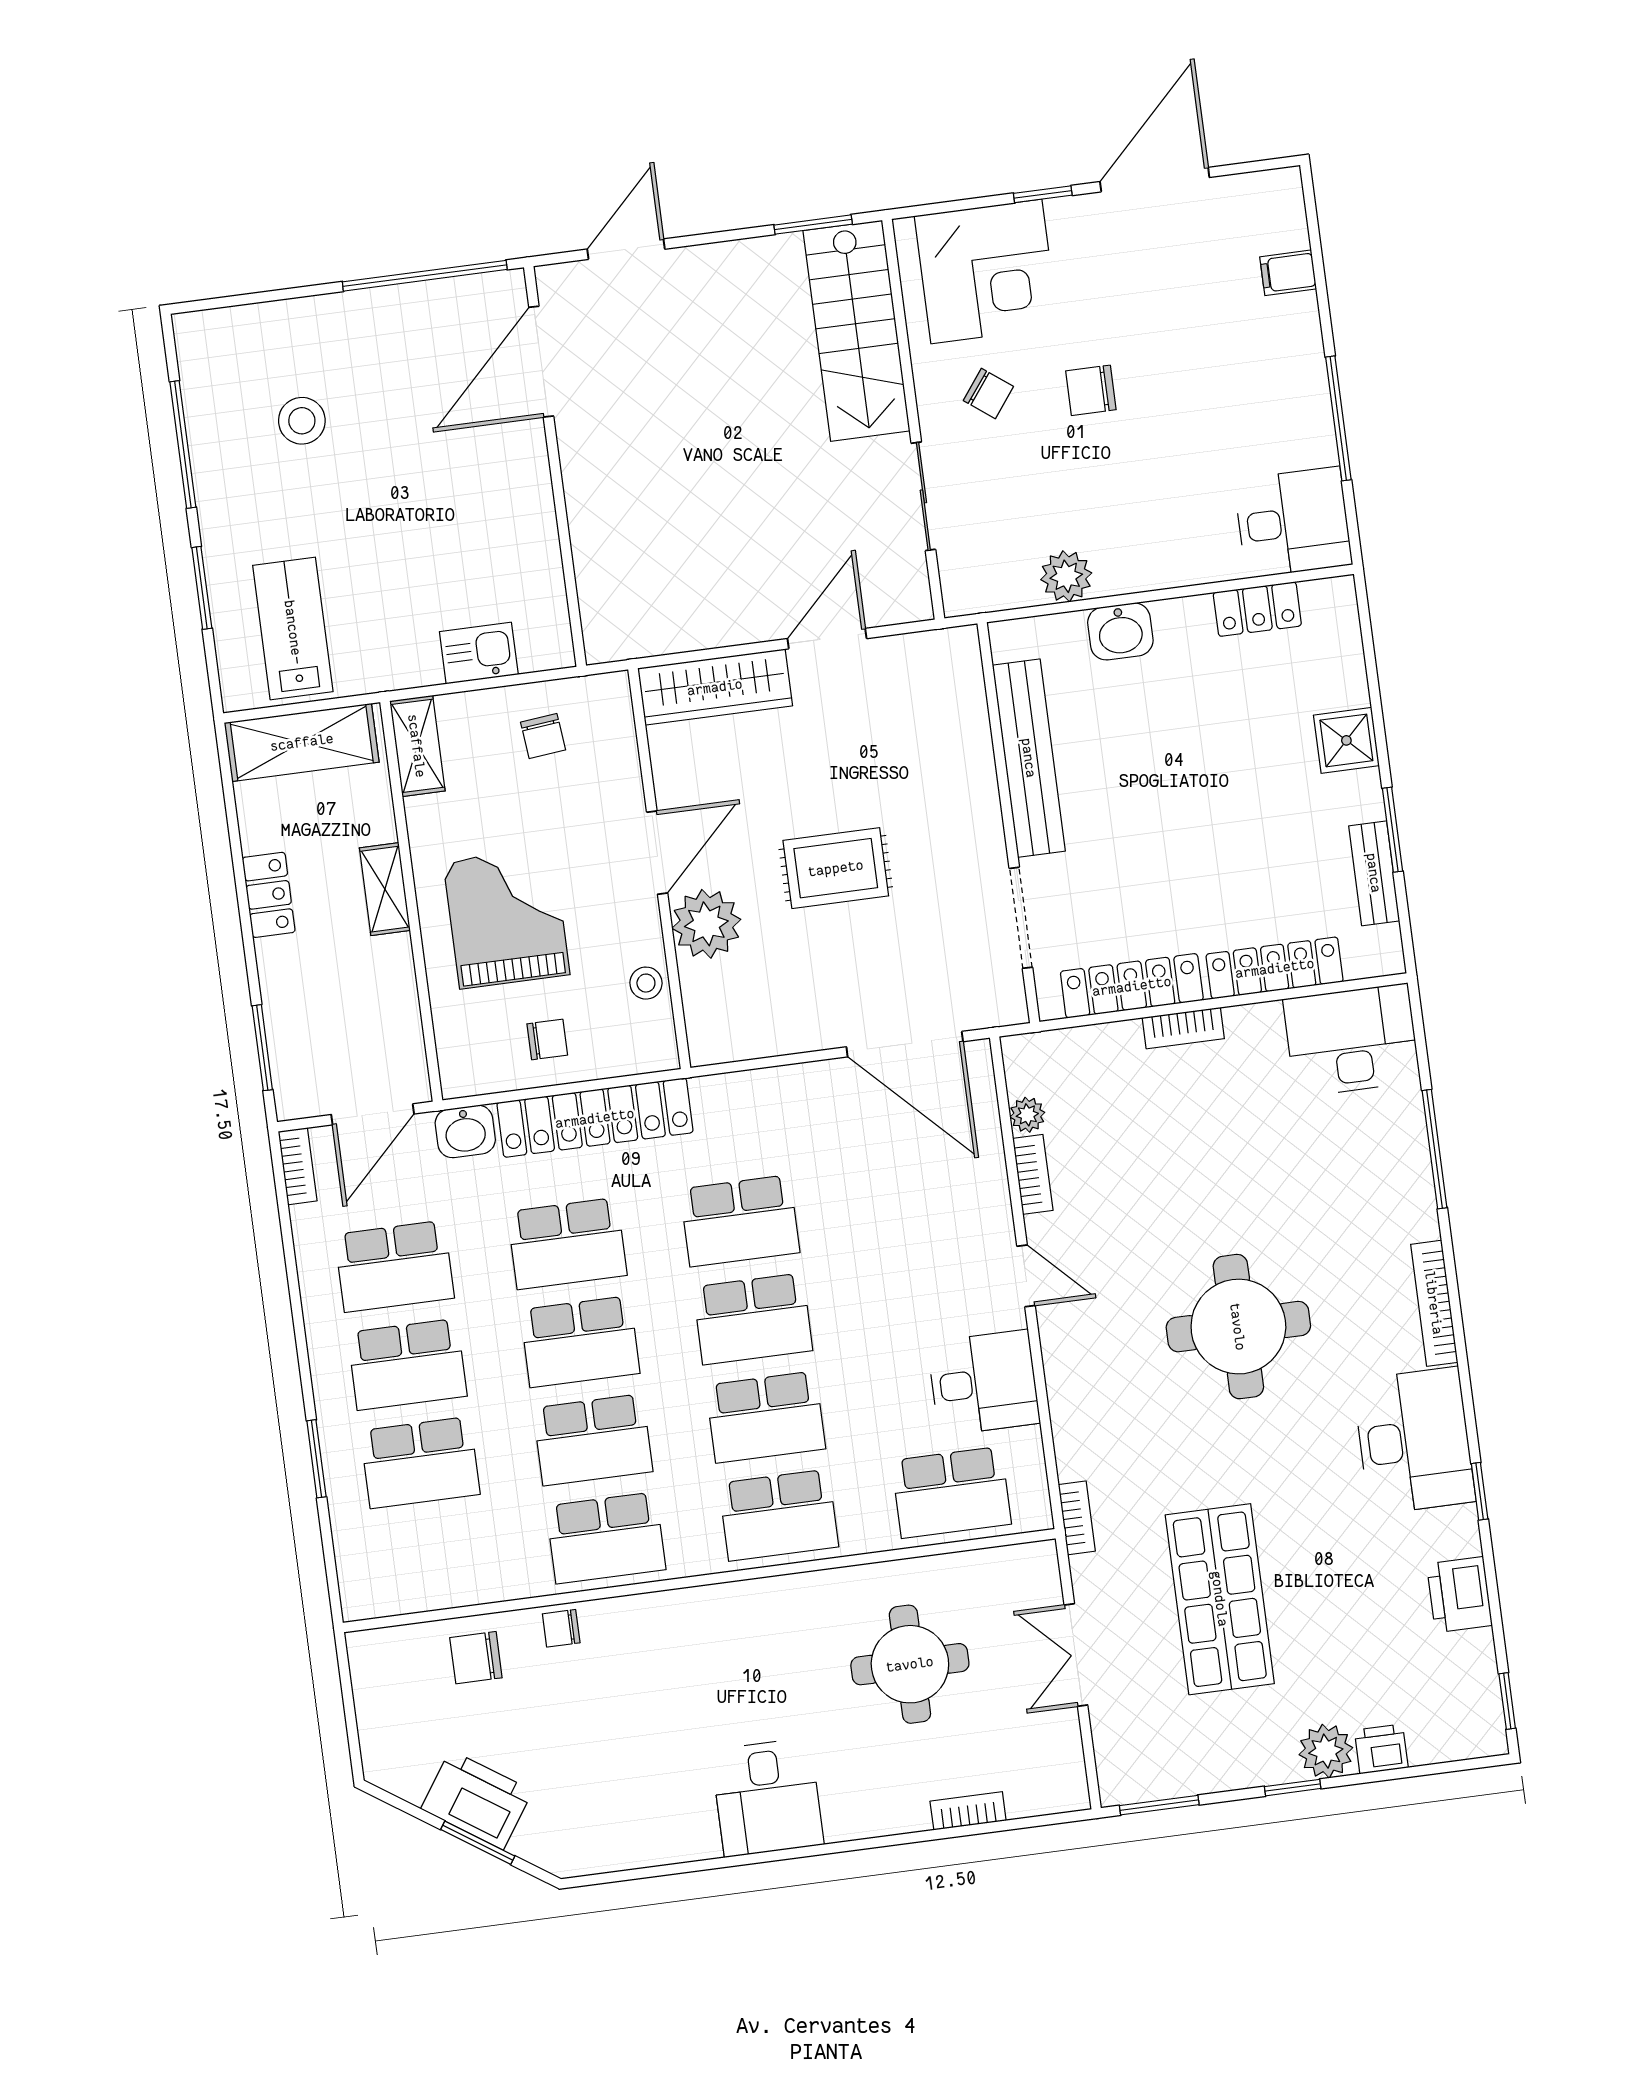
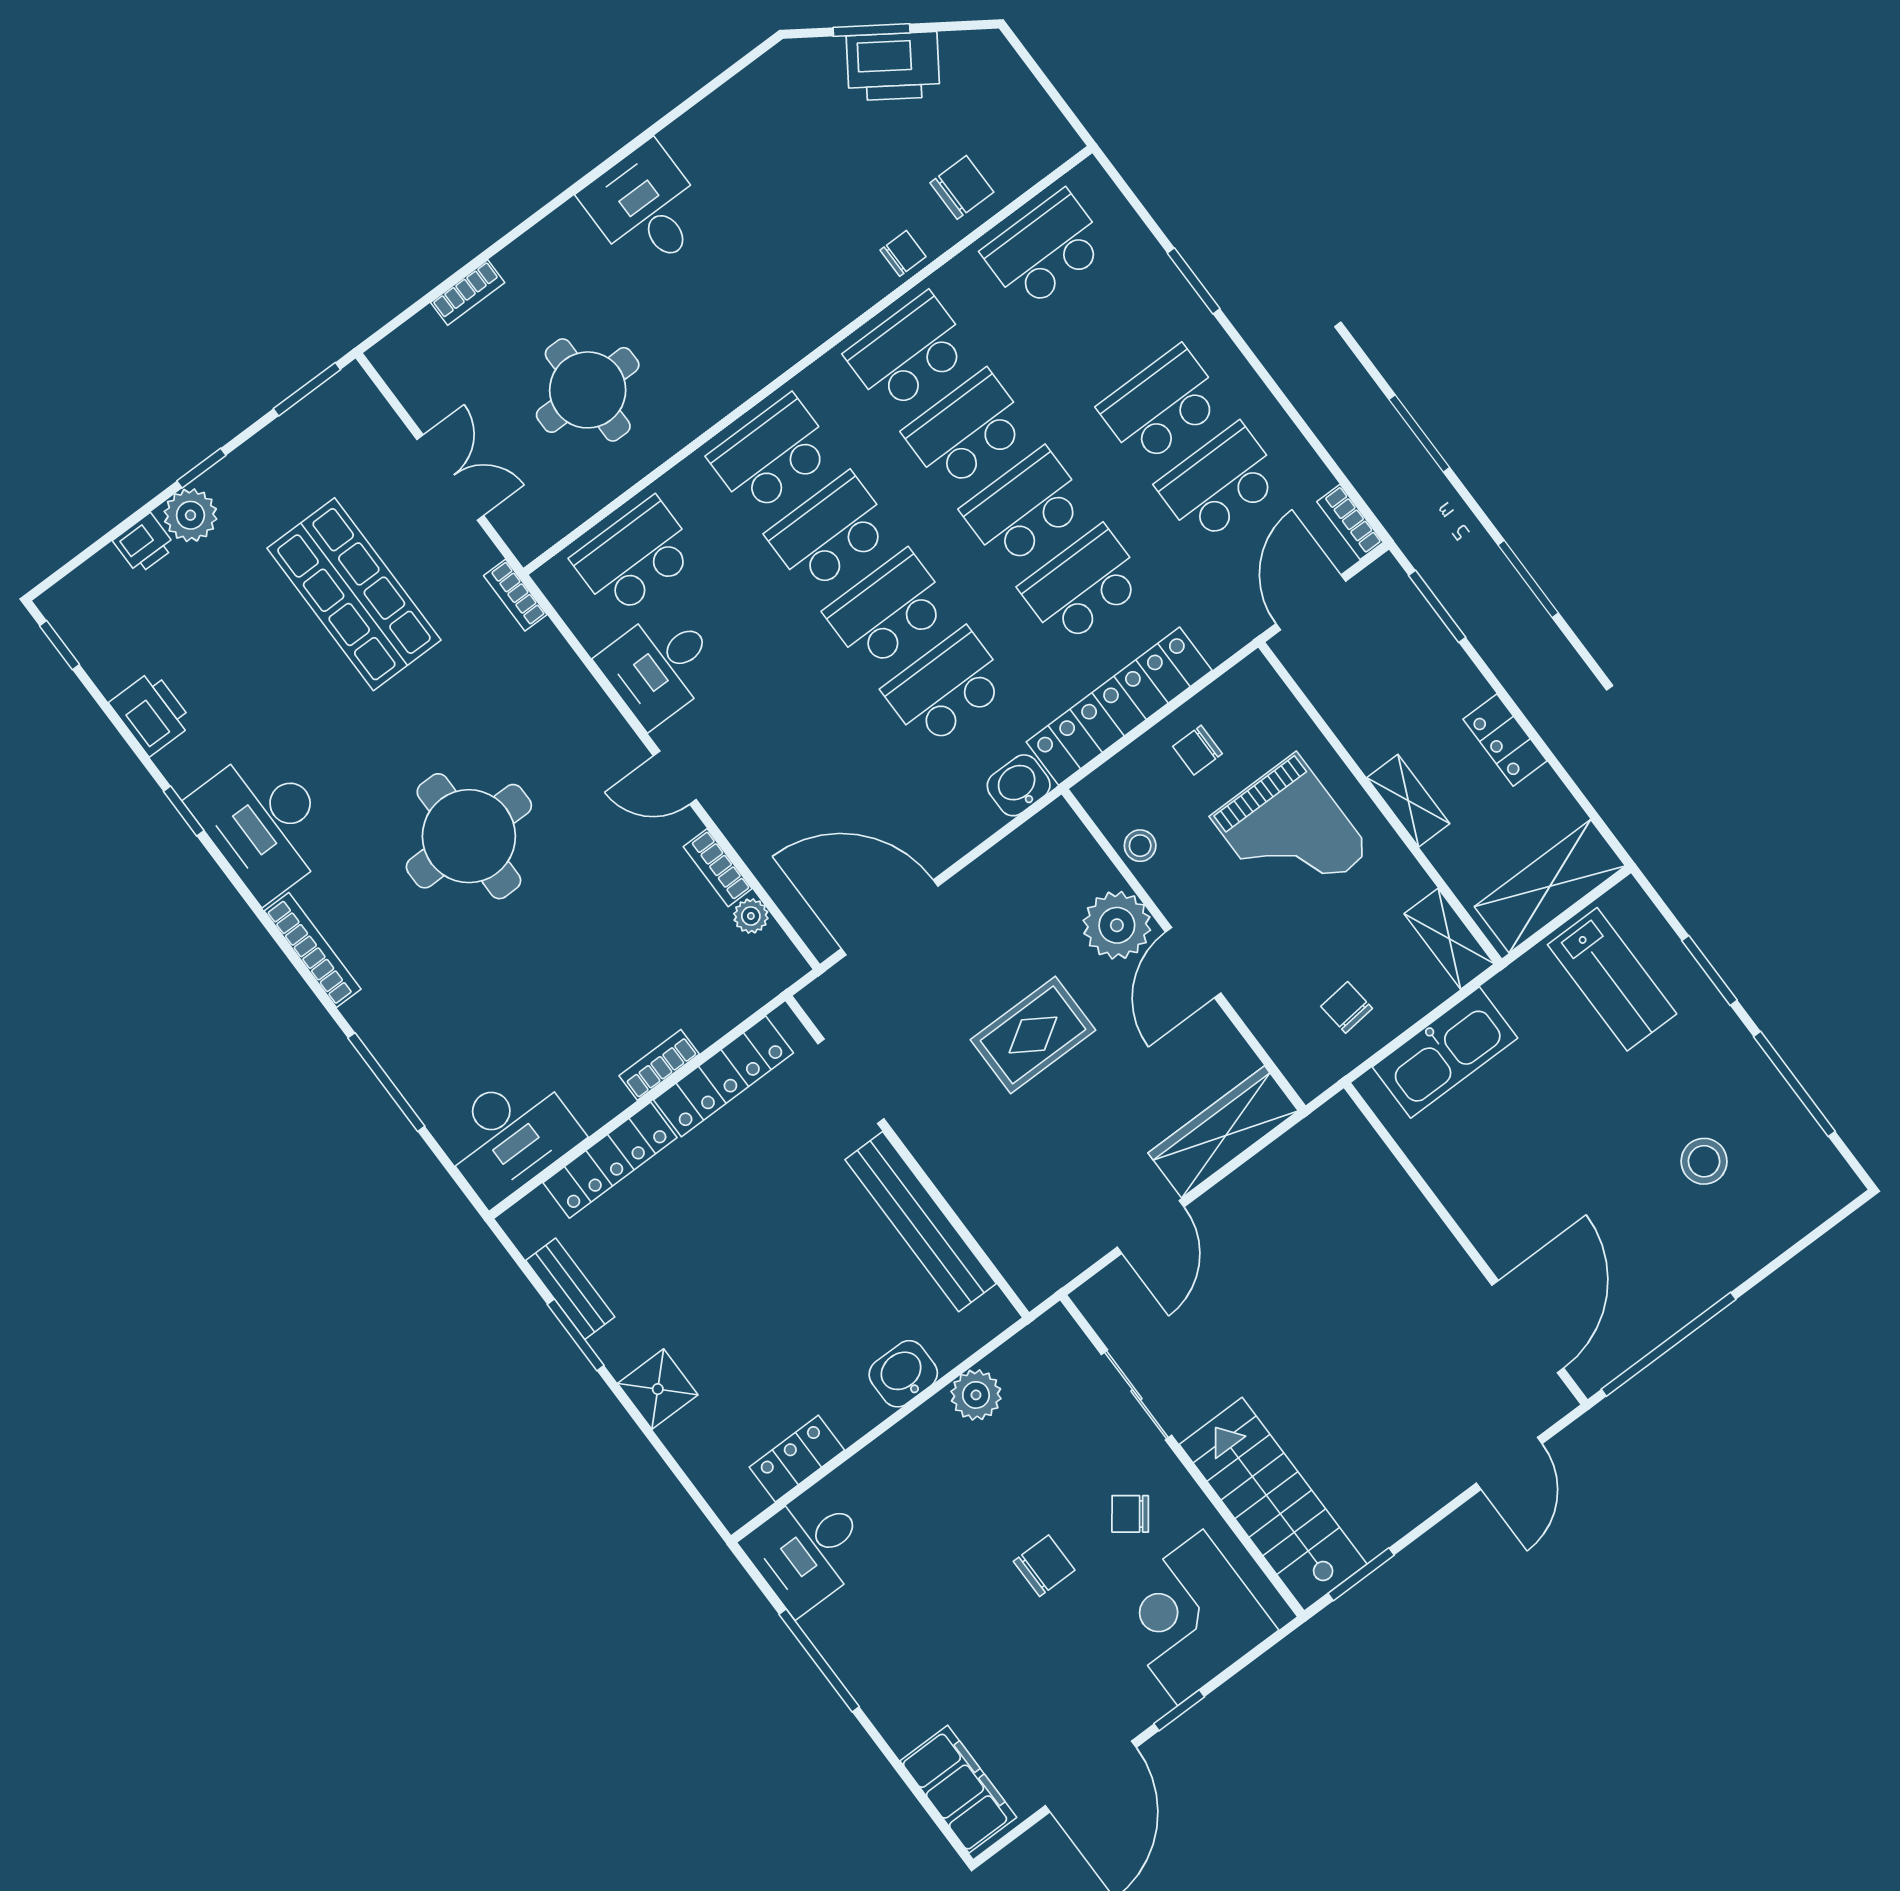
filing cabinet: (1288, 273) -> (958, 1789), width x3.00, depth x1.17
kitchen sink: (479, 653) -> (1445, 1052), width x1.88, depth x1.24
washbasin: (465, 1131) -> (1019, 785), moved
school desk: (420, 1463) -> (1045, 250), moved

